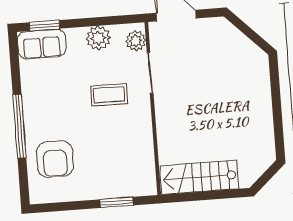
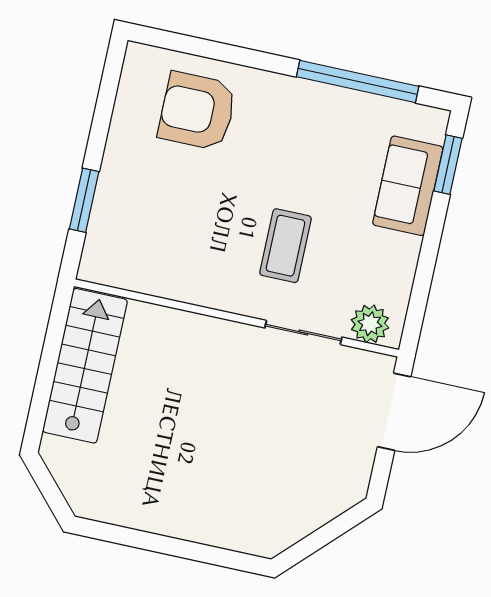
plant: (98, 38) -> (395, 257), removed
sofa: (42, 44) -> (408, 186), moved
window: (19, 126) -> (358, 81), moved

